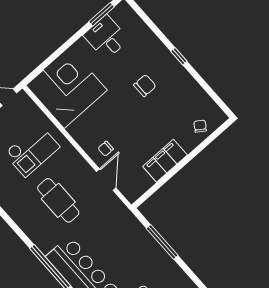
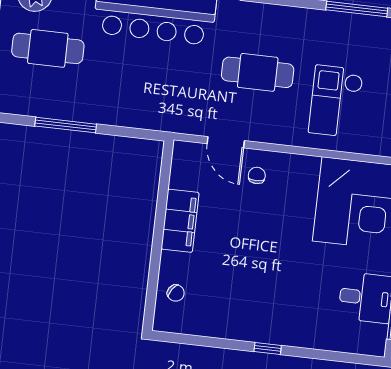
chair: (145, 86) -> (276, 283), removed
window: (162, 242) -> (66, 125), moved

